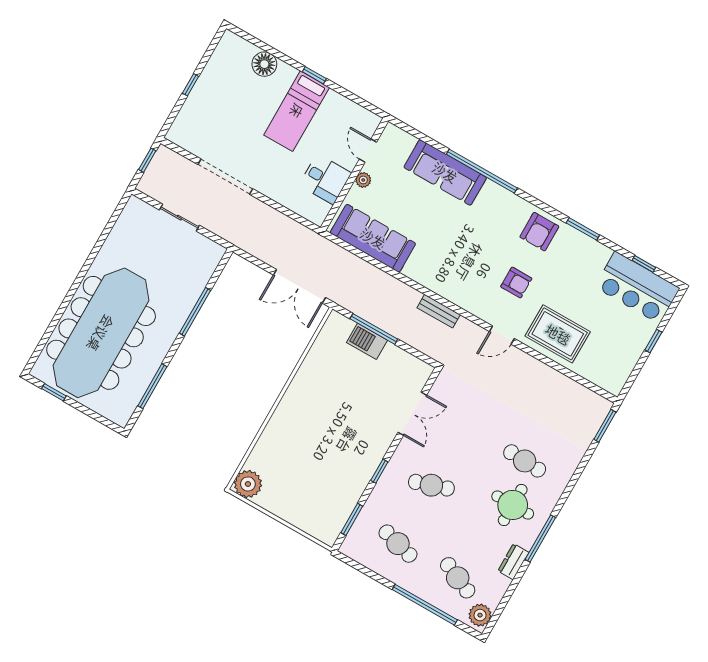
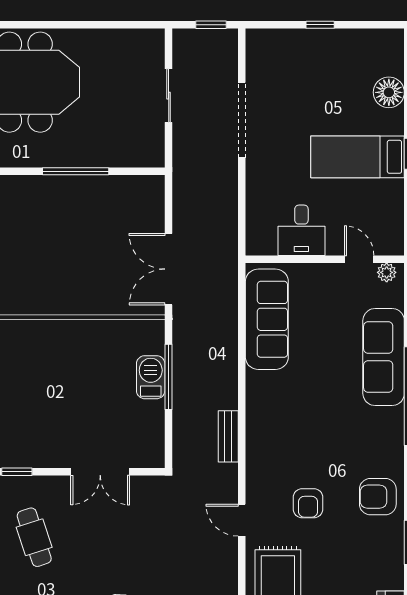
door: (368, 151) -> (359, 259), hinge flipped
plant: (363, 180) -> (387, 272), moved

